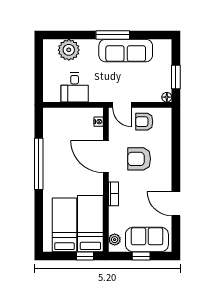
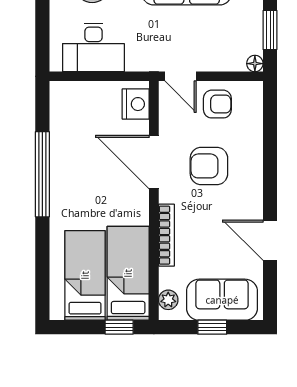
desk: (75, 88) -> (93, 47), width x1.37
nightstand: (99, 122) -> (136, 104), width x1.89, depth x1.79
armchair: (144, 122) -> (217, 104), turned 180
bookcase: (113, 194) -> (166, 235), width x1.56

